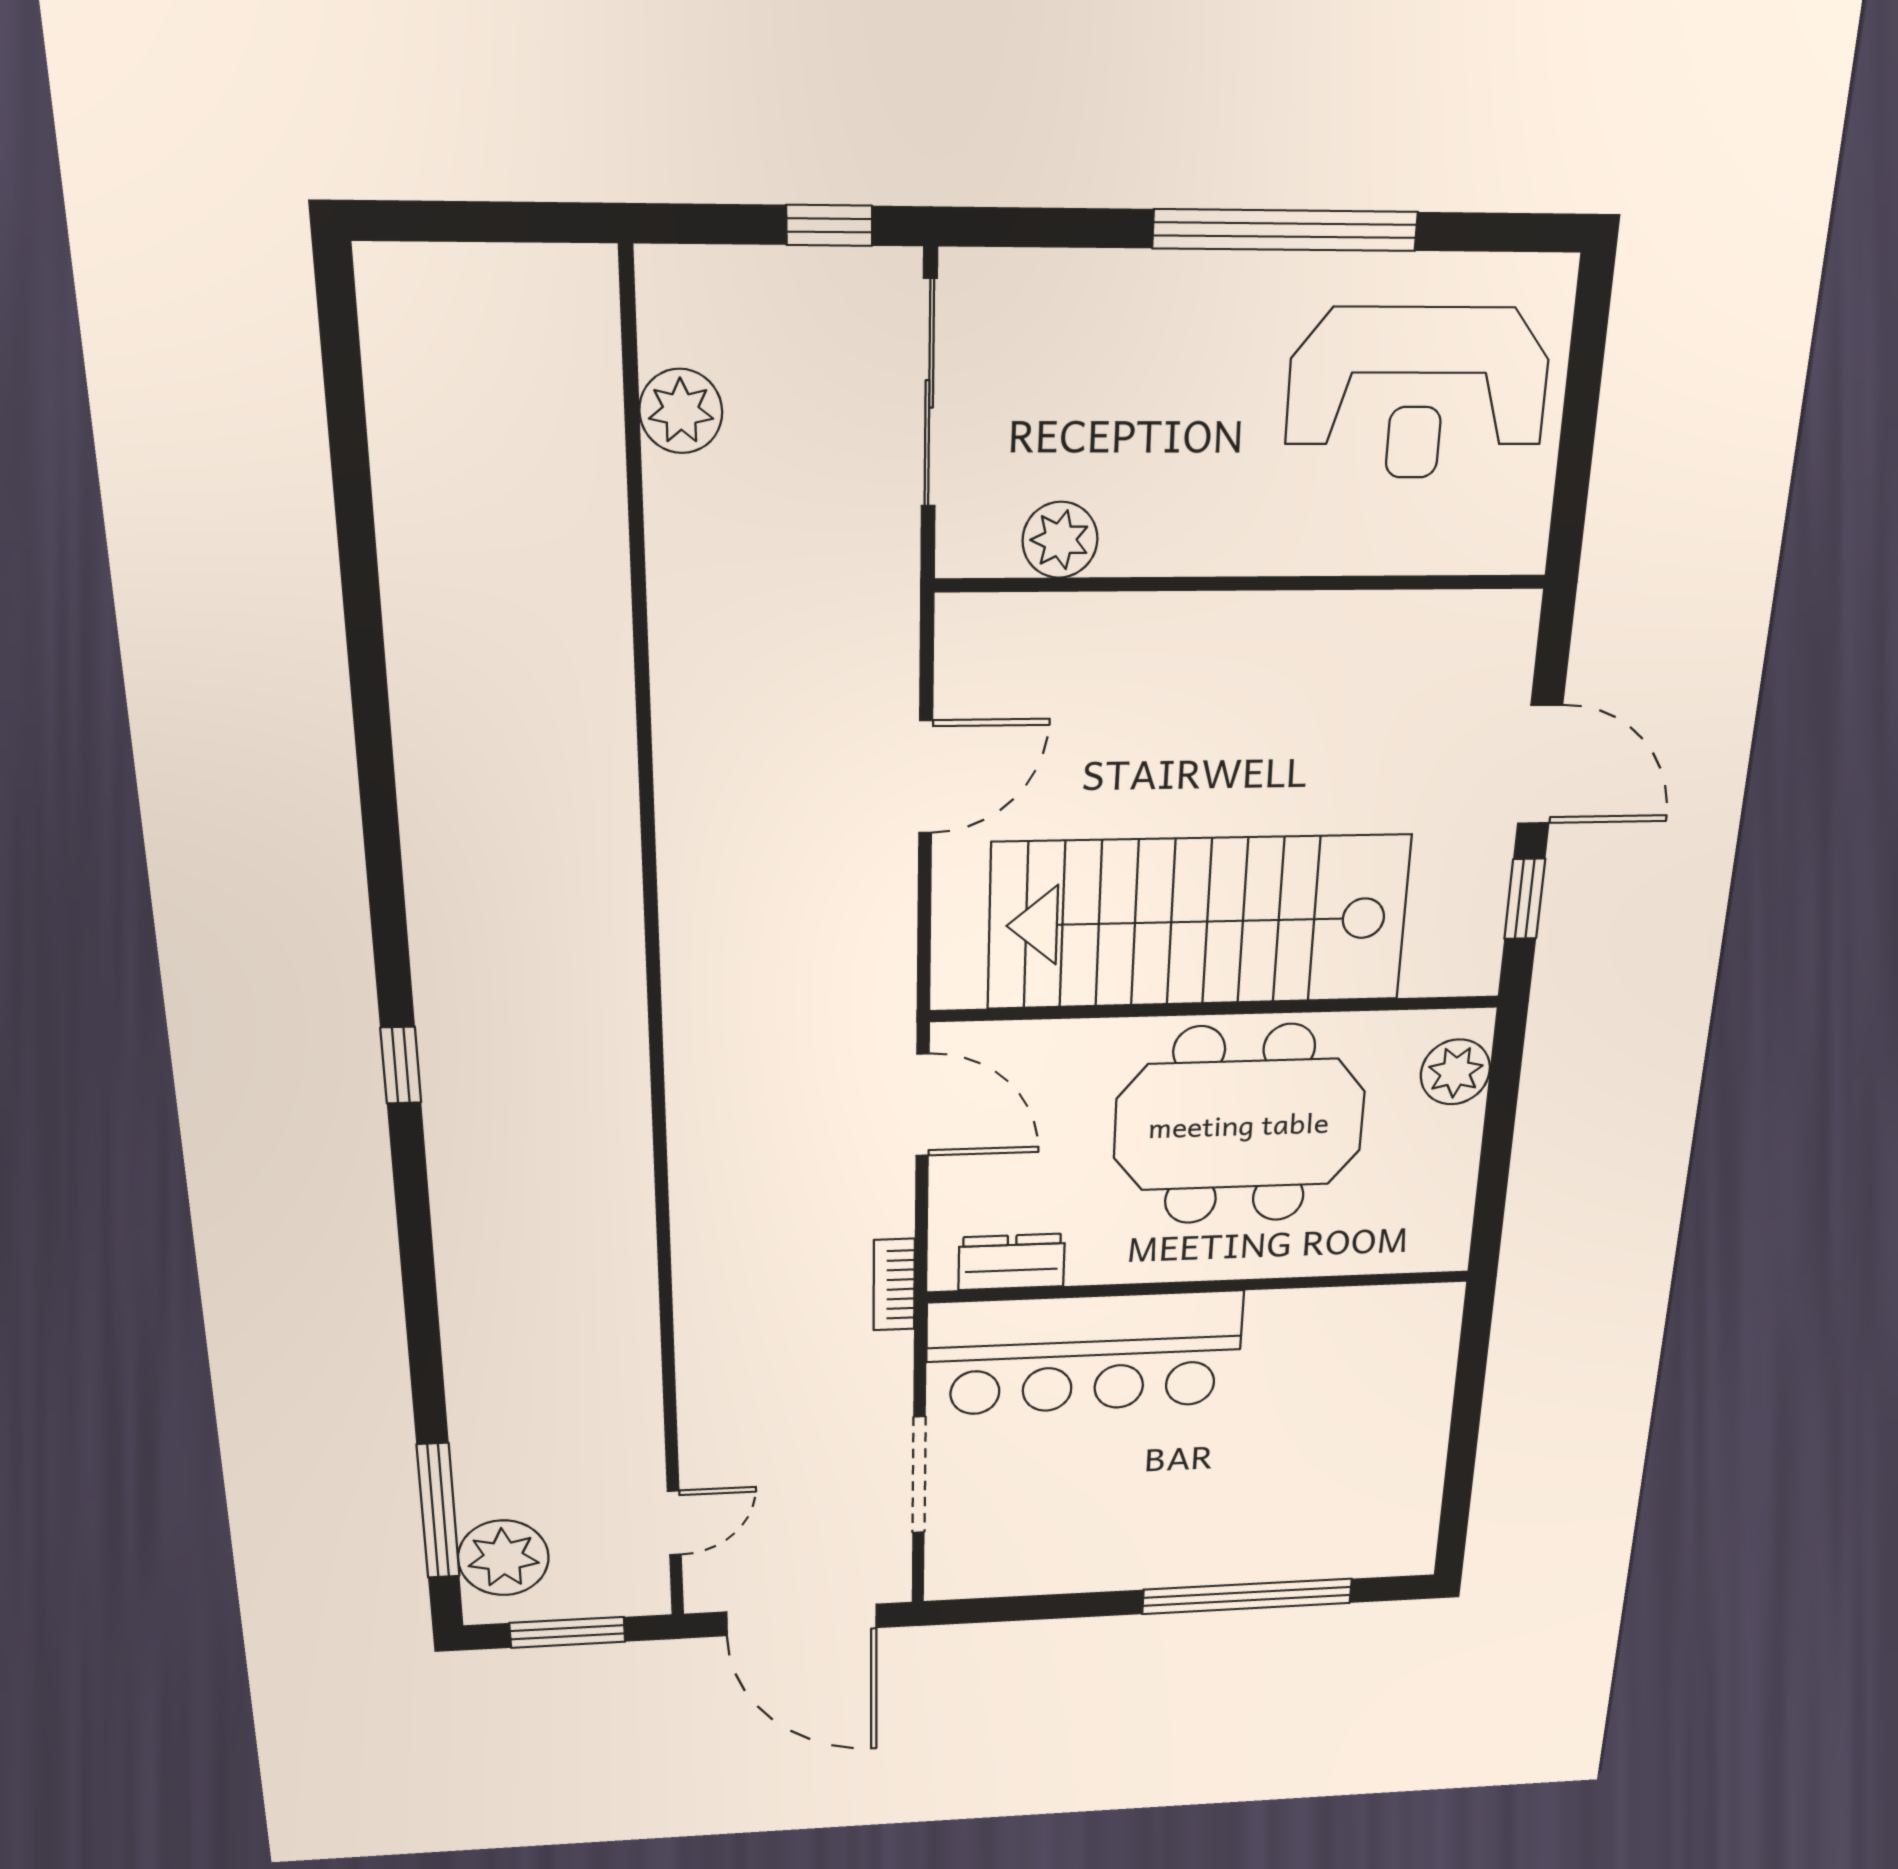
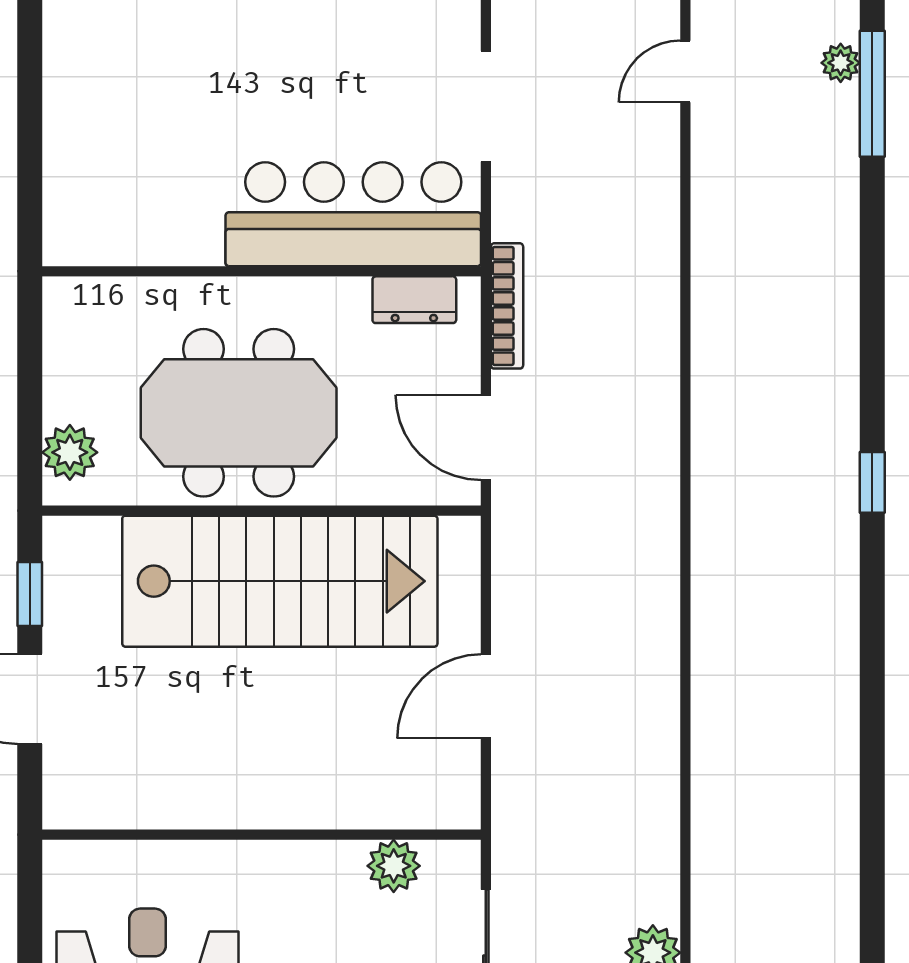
bookcase: (894, 1285) -> (507, 306), width x1.56
plant: (503, 1558) -> (841, 63), width x0.53, depth x0.53

